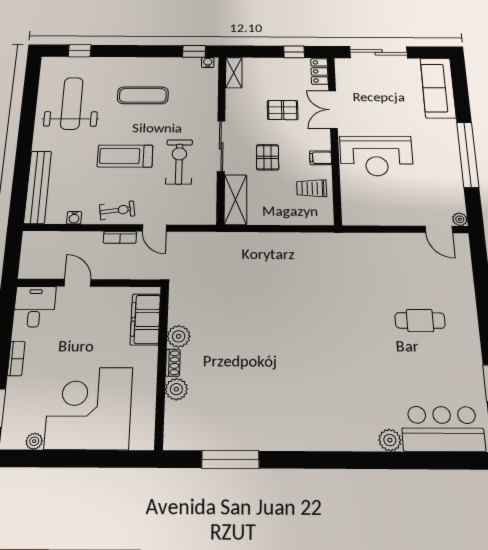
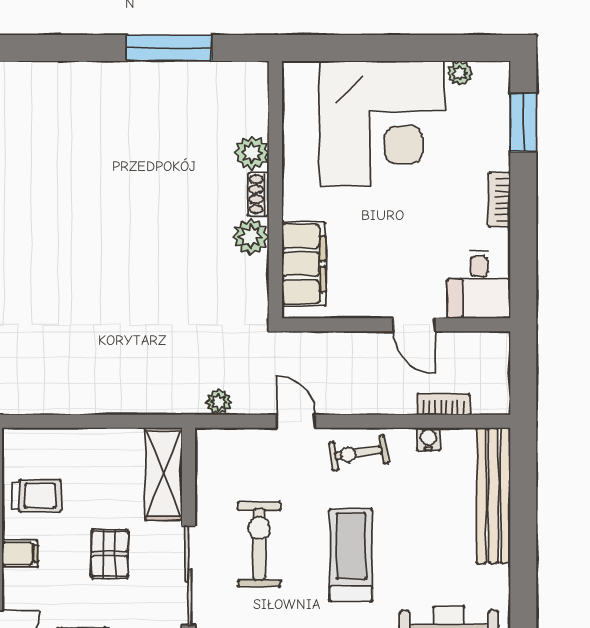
treadmill: (125, 156) -> (351, 555), turned -90
exercise bike: (179, 162) -> (259, 544), turned 180
bookcase: (120, 237) -> (443, 404), moved
plant: (201, 239) -> (219, 402), added

